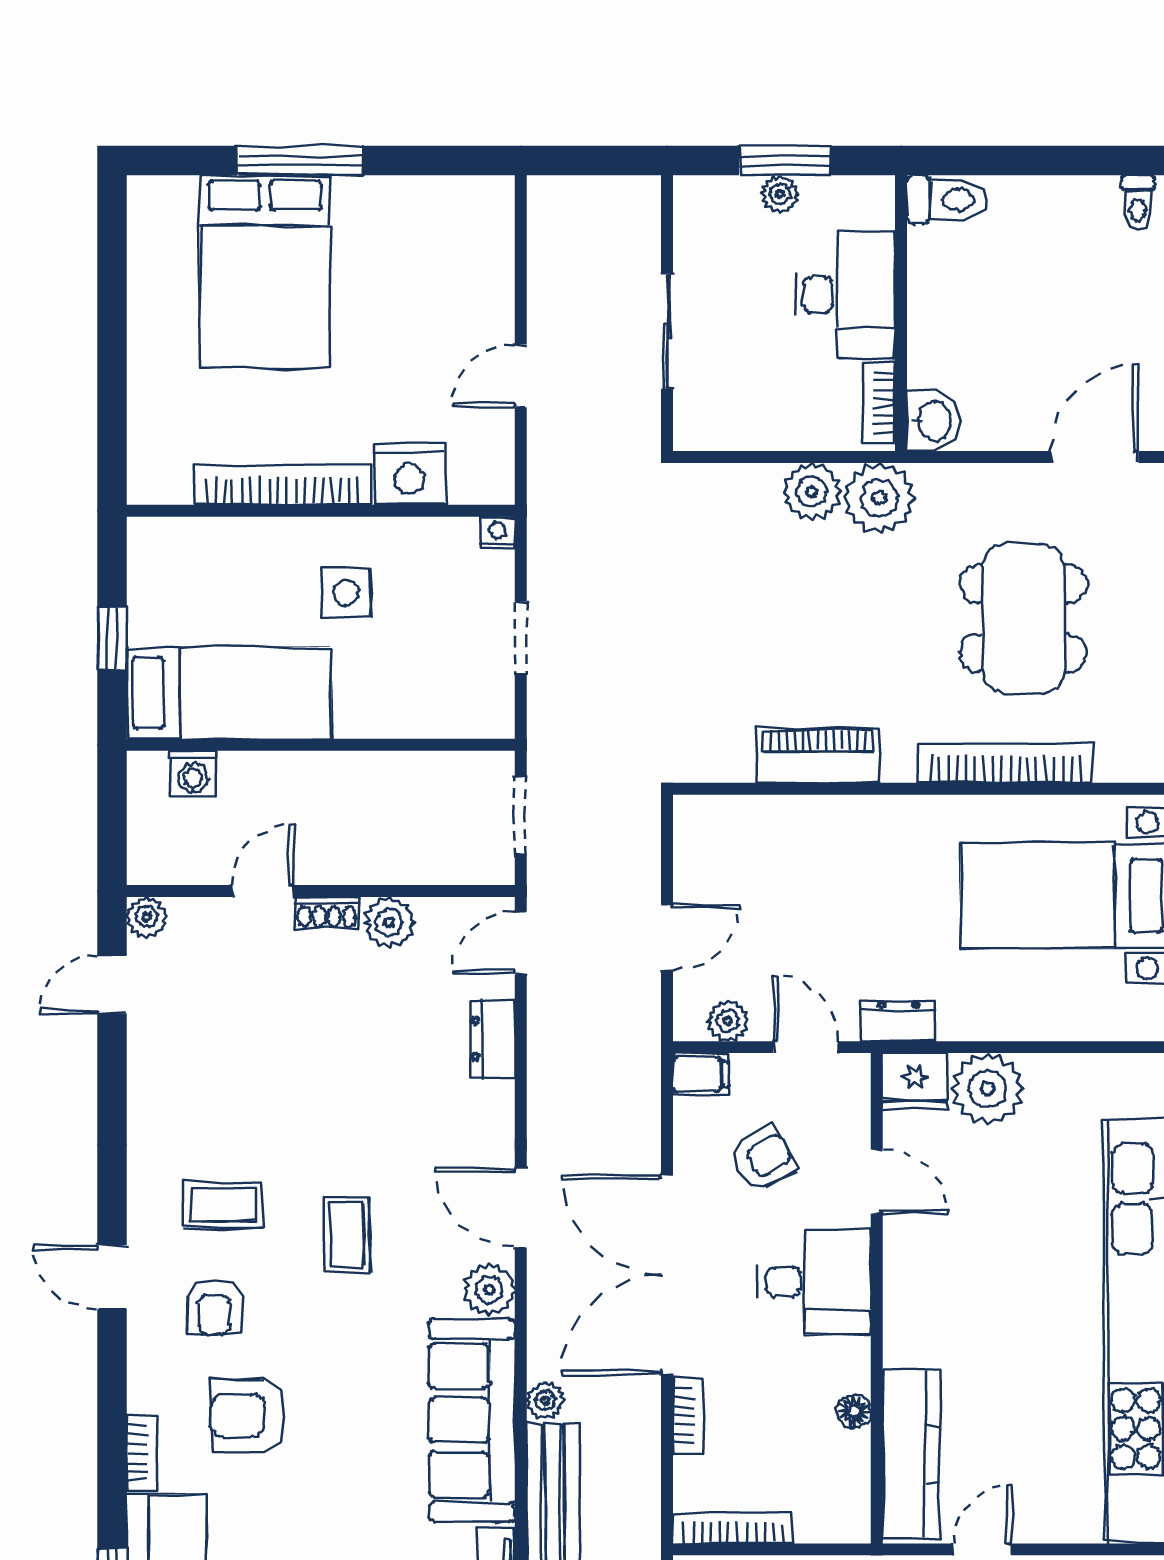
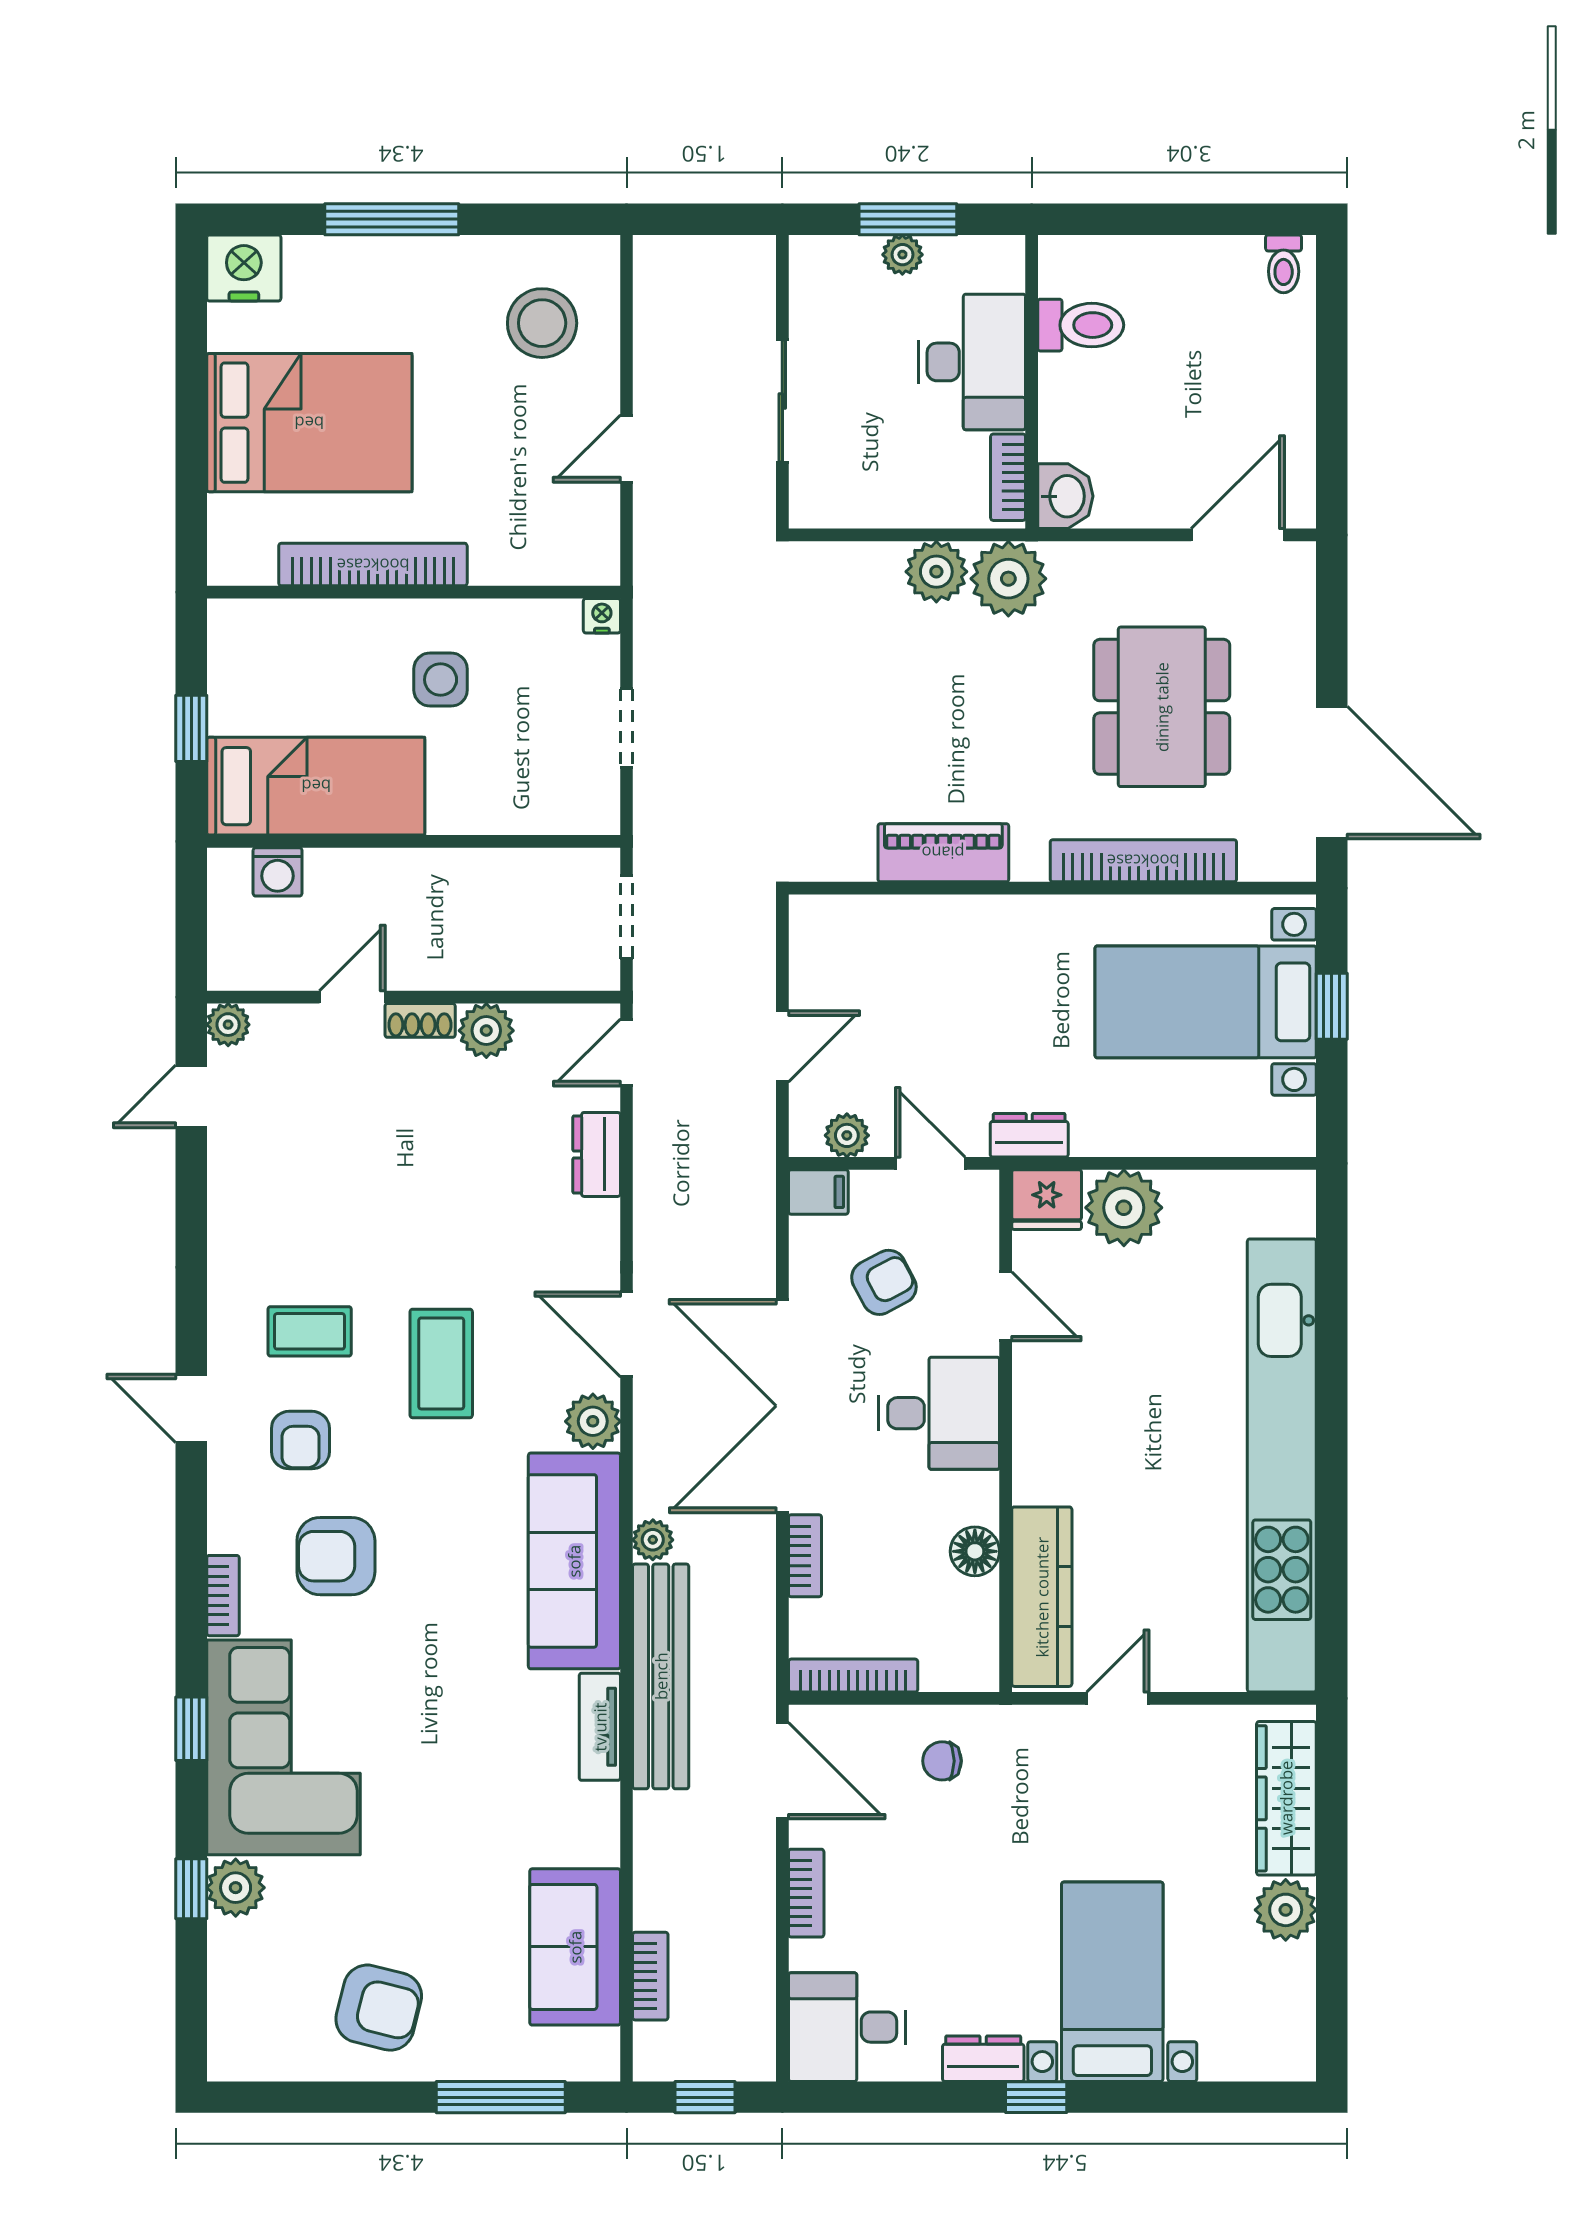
toilet: (947, 200) -> (1081, 325), moved
stool: (441, 258) -> (542, 323), added
bed: (265, 271) -> (309, 423), moved, turned -90
nightstand: (410, 474) -> (244, 268), moved, turned 180
coffee table: (347, 1235) -> (441, 1363), width x1.36, depth x1.30
floor lamp: (854, 1411) -> (975, 1551), width x1.37, depth x1.37

